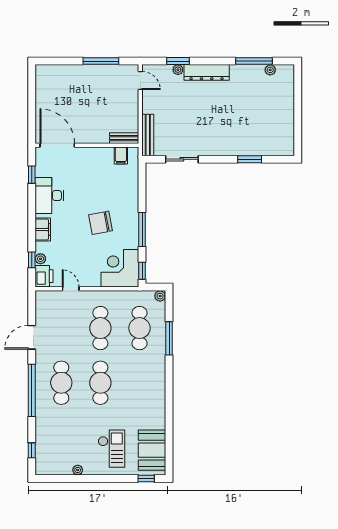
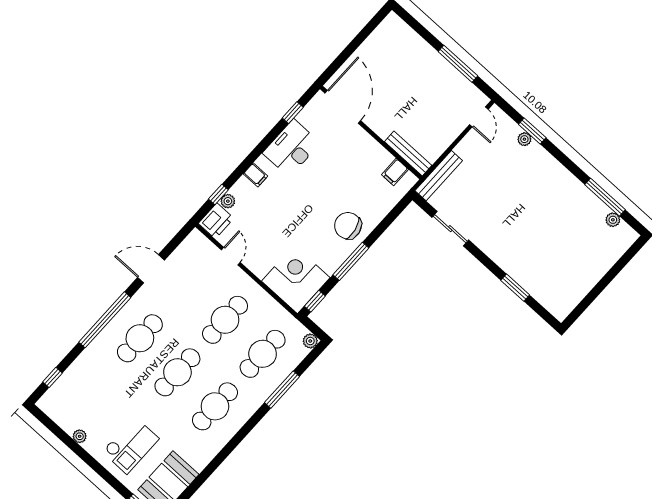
dresser: (207, 72) -> (550, 167), removed
bench: (124, 138) -> (408, 154), width x1.36
chair: (101, 223) -> (348, 226), moved
filing cabinet: (43, 229) -> (256, 175), width x0.50
cafe table: (139, 383) -> (215, 406), added

